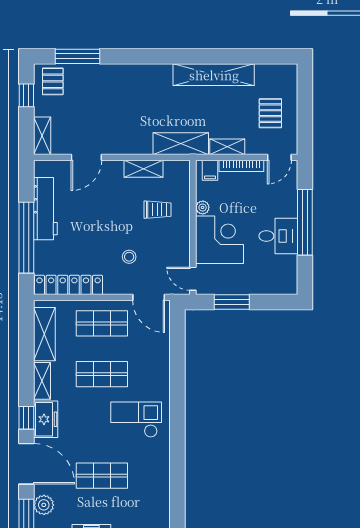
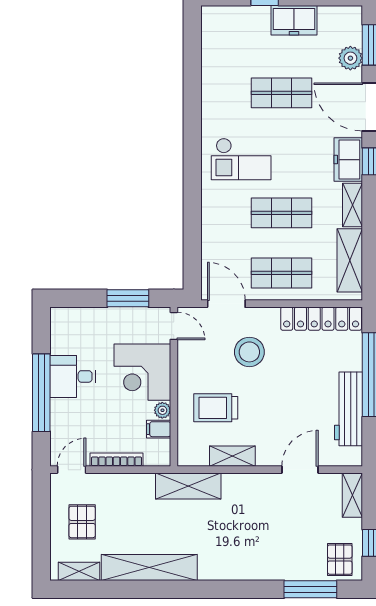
shelving: (227, 147) -> (79, 571), moved
filing cabinet: (210, 170) -> (159, 429), moved, turned -90
trolley: (157, 210) -> (216, 408), width x1.36, depth x1.39
stool: (129, 257) -> (249, 352), width x1.89, depth x1.89

